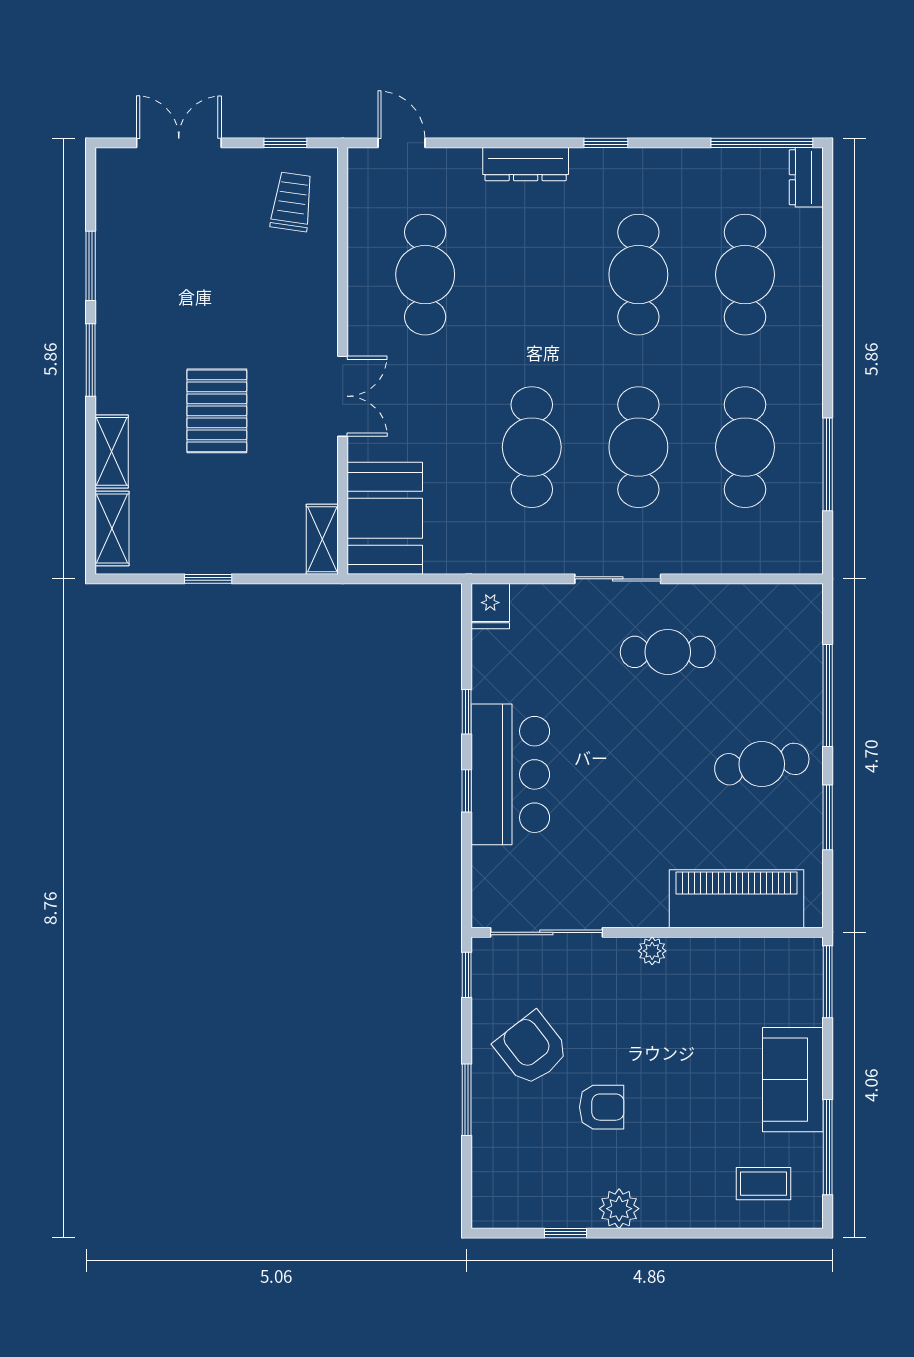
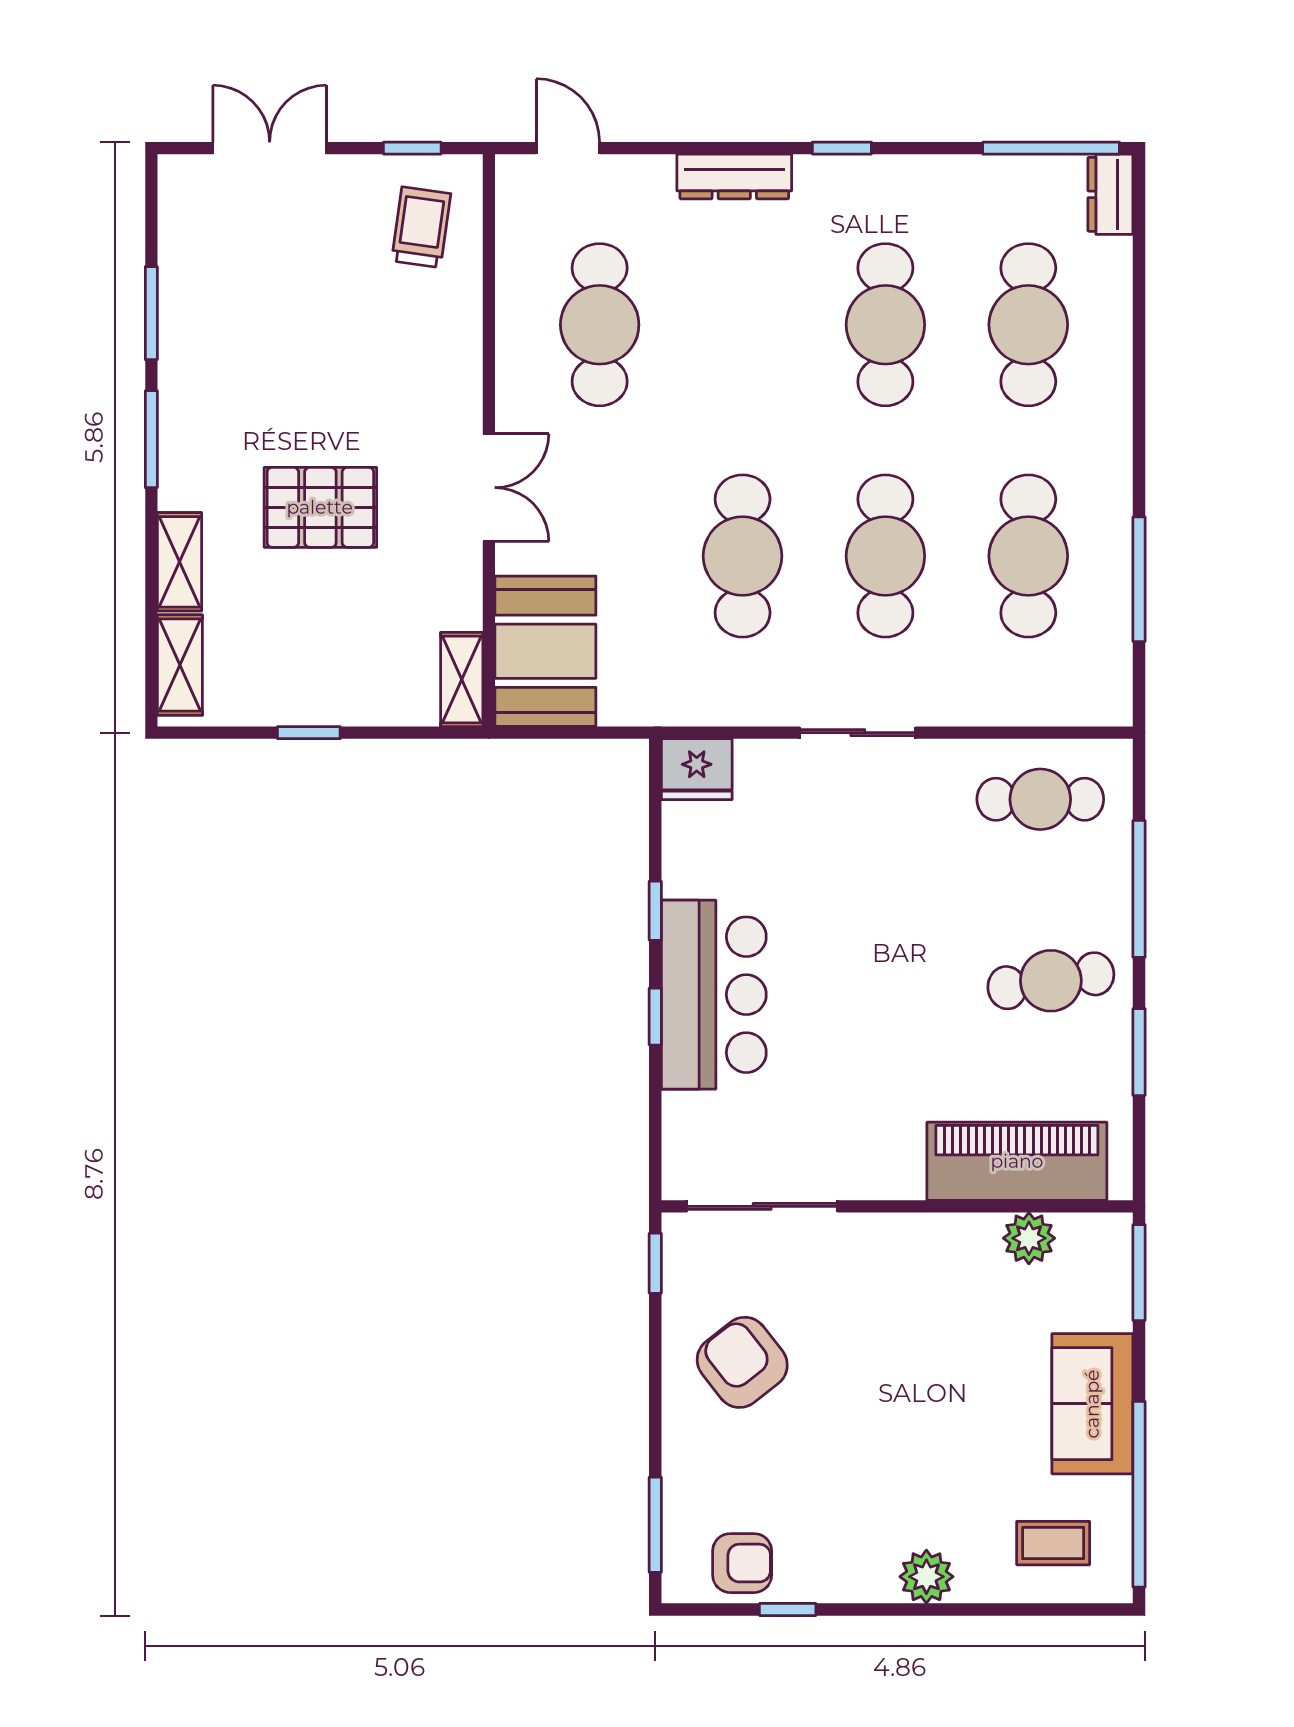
pallet: (217, 411) -> (320, 507), turned 90
fridge: (490, 606) -> (697, 769), width x1.38
cafe table: (668, 652) -> (1040, 799), moved
plant: (652, 951) -> (1029, 1238), moved, width x1.38, depth x1.38
window: (467, 1100) -> (655, 1525), moved
armchair: (602, 1107) -> (742, 1563), moved
window: (828, 1147) -> (1139, 1494), width x1.46
plant: (619, 1209) -> (926, 1577), moved

